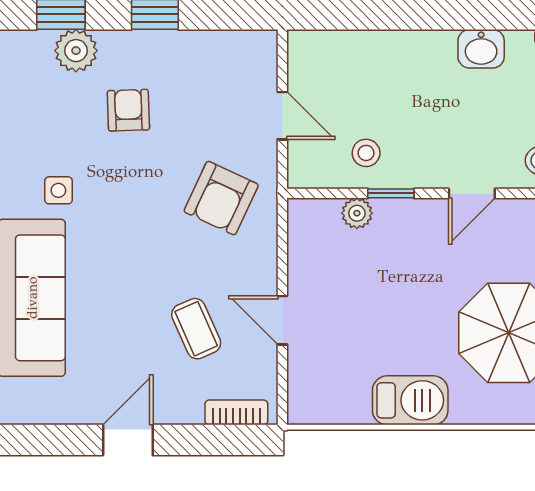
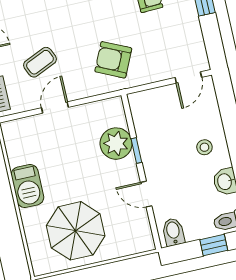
door: (282, 116) -> (188, 77), moved
stool: (366, 153) -> (204, 147), moved
plant: (357, 213) -> (116, 144), width x1.88, depth x1.88

